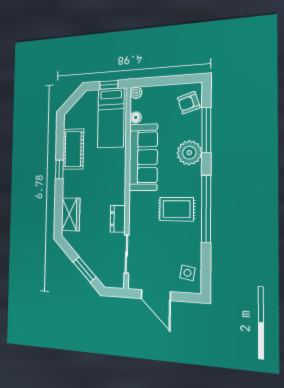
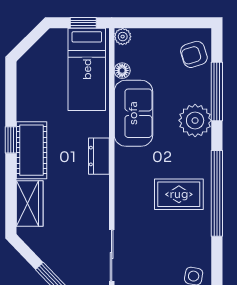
cot: (73, 149) -> (32, 150), moved
sofa: (143, 157) -> (133, 113), width x0.73
dresser: (118, 219) -> (99, 156), moved

